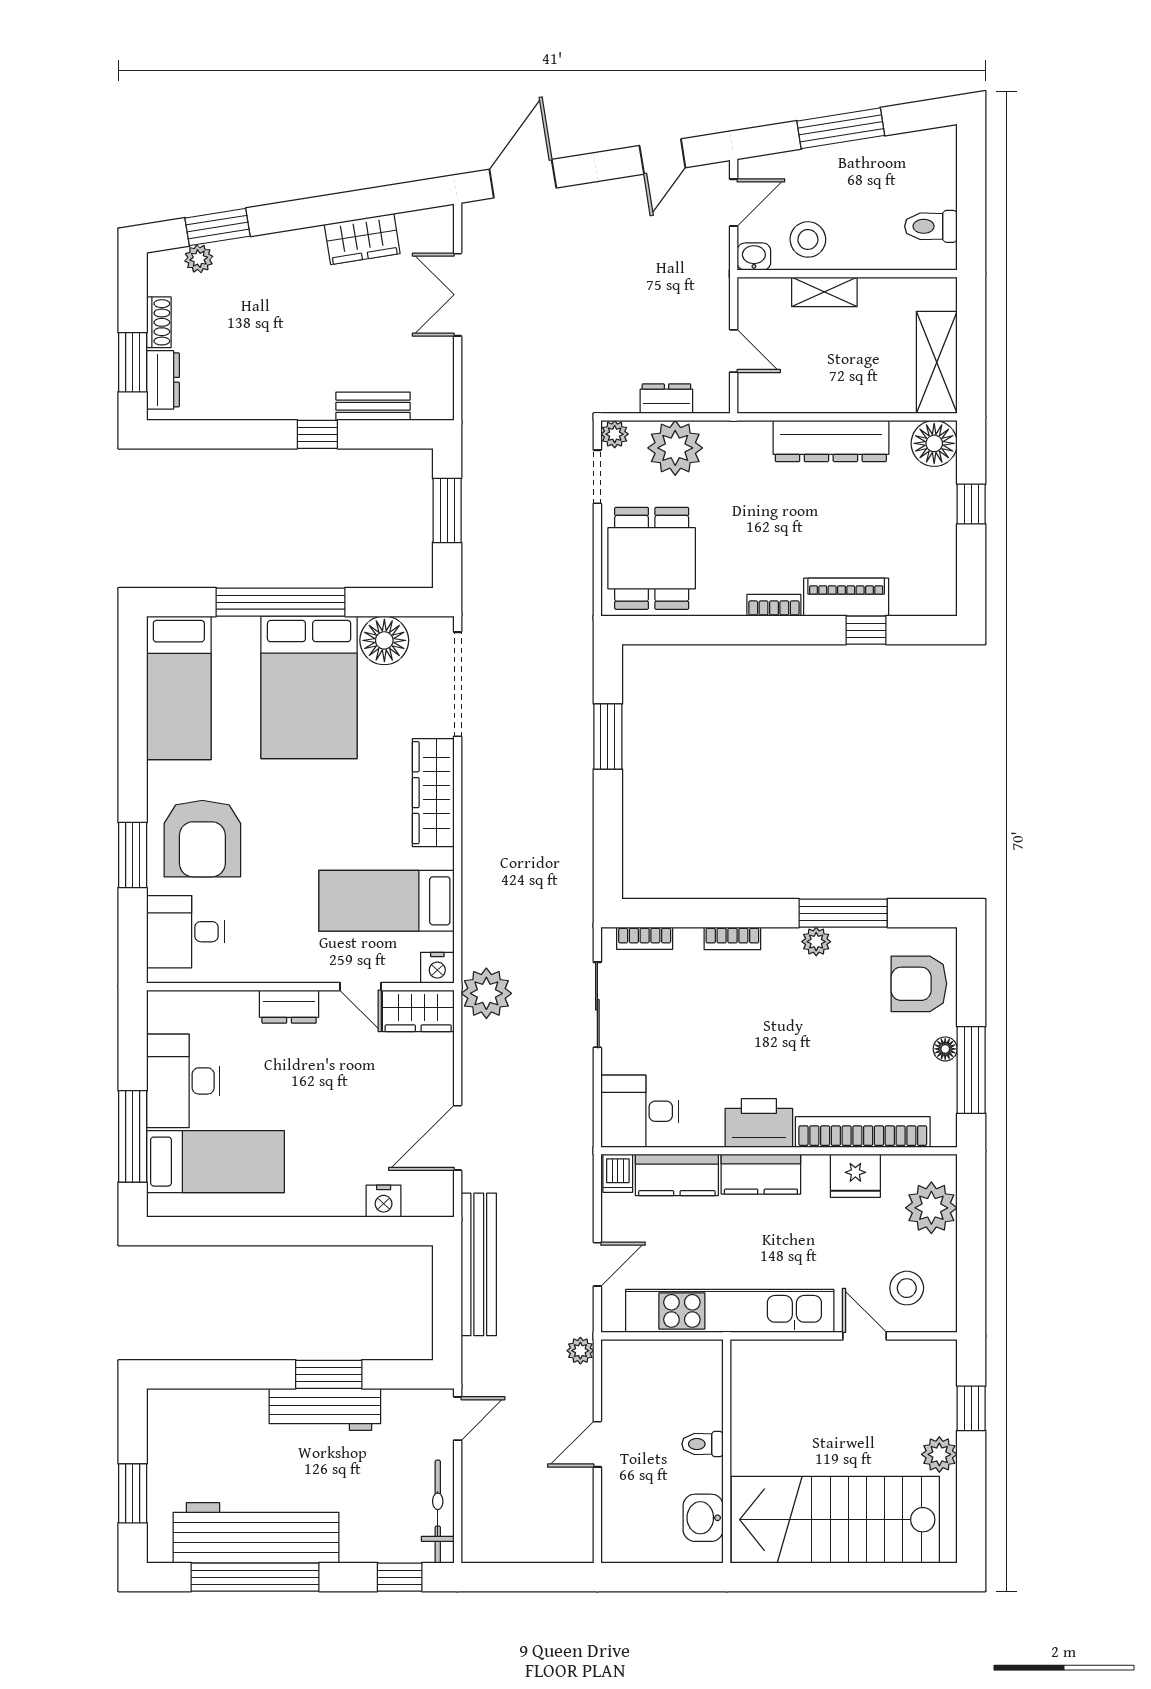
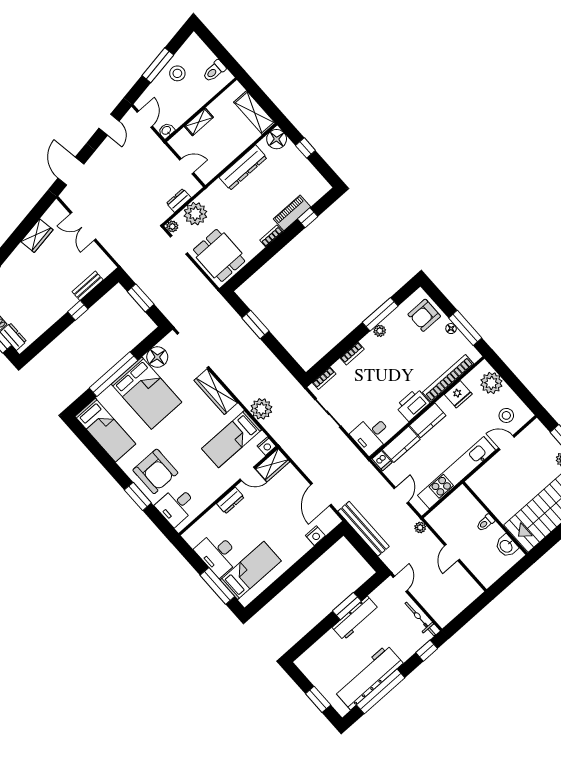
stool: (808, 239) -> (177, 73), moved
plant: (486, 993) -> (261, 409), moved

